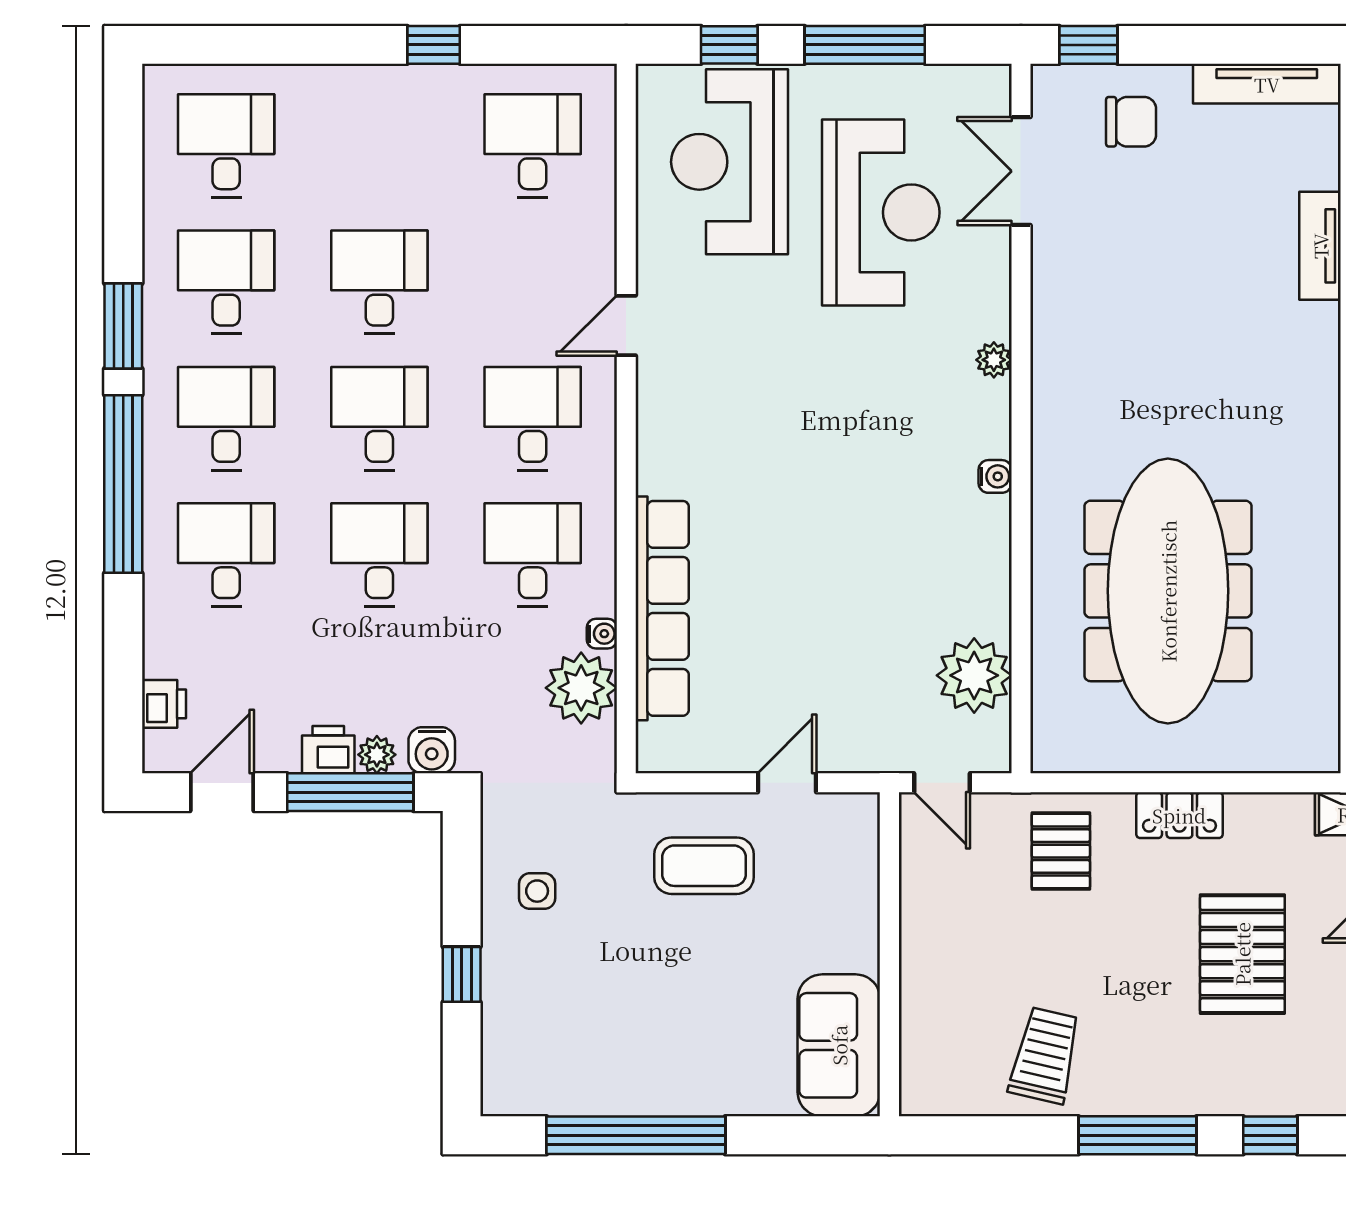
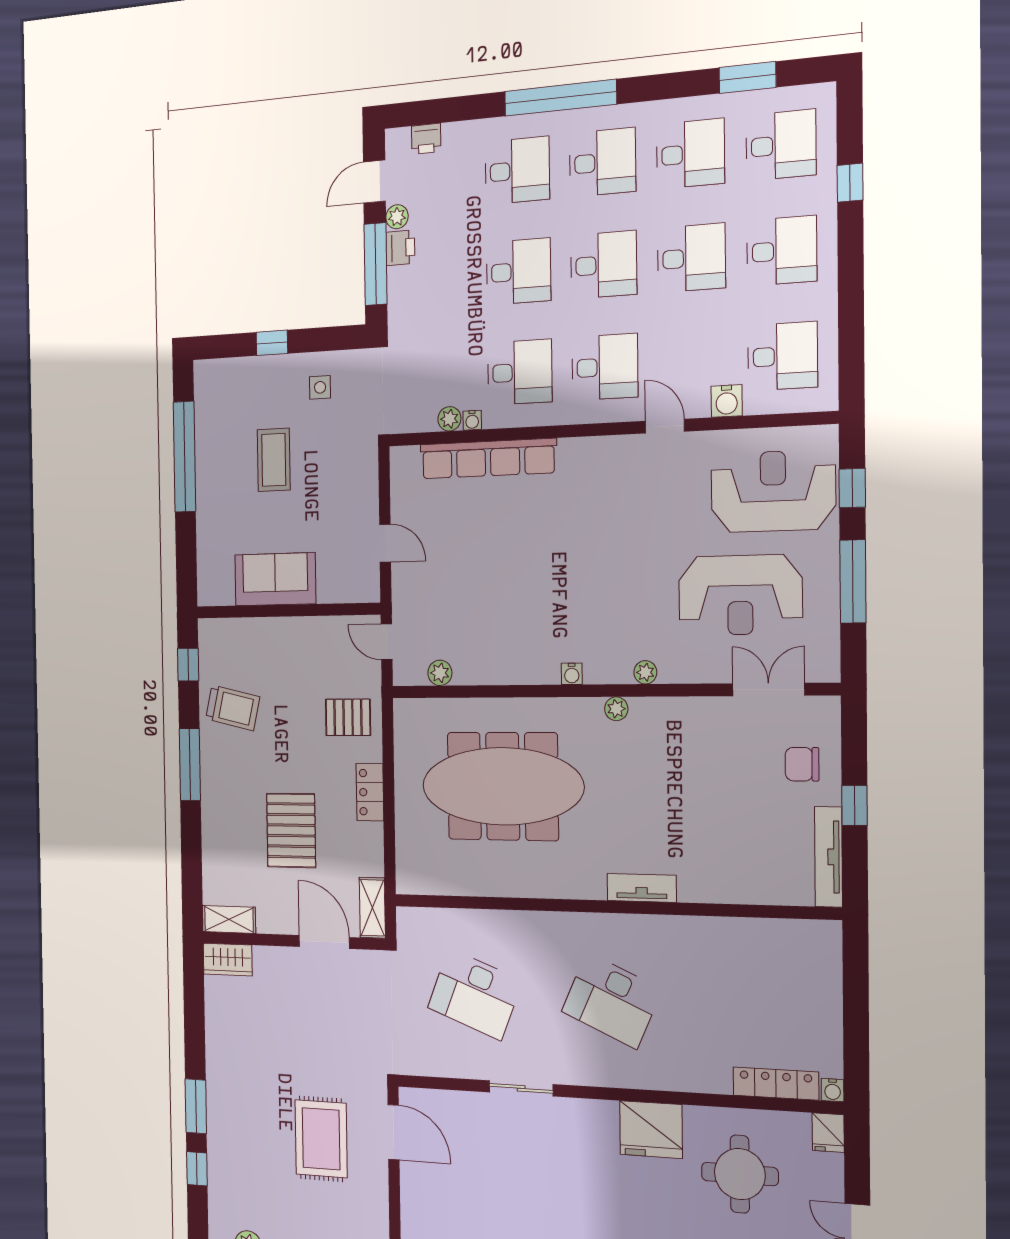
window: (434, 45) -> (850, 183), moved
window: (1088, 45) -> (854, 805), moved
chair: (1131, 122) -> (802, 764), turned 90
desk: (379, 146) -> (782, 251), added
tv unit: (1320, 246) -> (642, 888), moved
window: (123, 326) -> (747, 77), moved
plant: (1049, 406) -> (616, 709), added
plant: (974, 675) -> (440, 673), width x0.53, depth x0.53
plant: (581, 688) -> (449, 419), width x0.53, depth x0.53
water cooler: (432, 750) -> (727, 401), moved, turned -90
plant: (377, 755) -> (397, 217), moved
door: (942, 783) -> (387, 642), hinge flipped
door: (222, 792) -> (374, 182), swing flipped
coffee table: (704, 866) -> (274, 460), moved
pallet: (1242, 954) -> (291, 830), turned 90
sofa: (839, 1045) -> (275, 579), moved
window: (1270, 1135) -> (188, 665), moved

